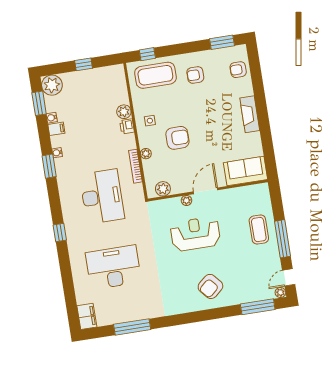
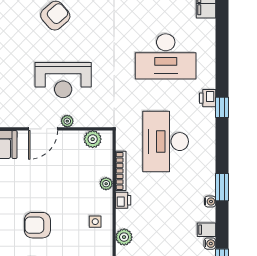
printer: (127, 126) -> (123, 200), moved
armchair: (177, 138) -> (37, 225), moved
printer: (73, 238) -> (208, 98), added

